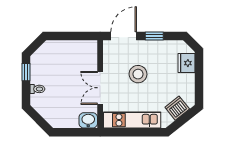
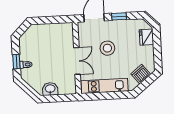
window: (26, 72) -> (16, 62), moved
double door: (100, 88) -> (77, 61), swing flipped
washbasin: (88, 120) -> (50, 89), moved

